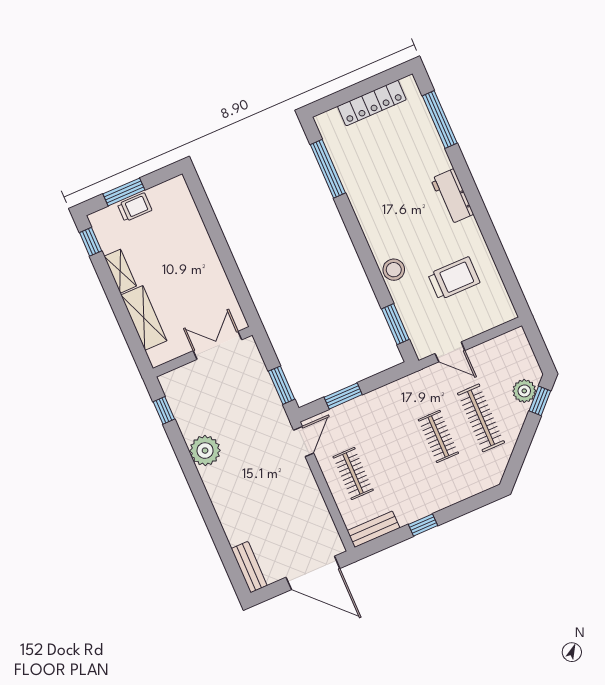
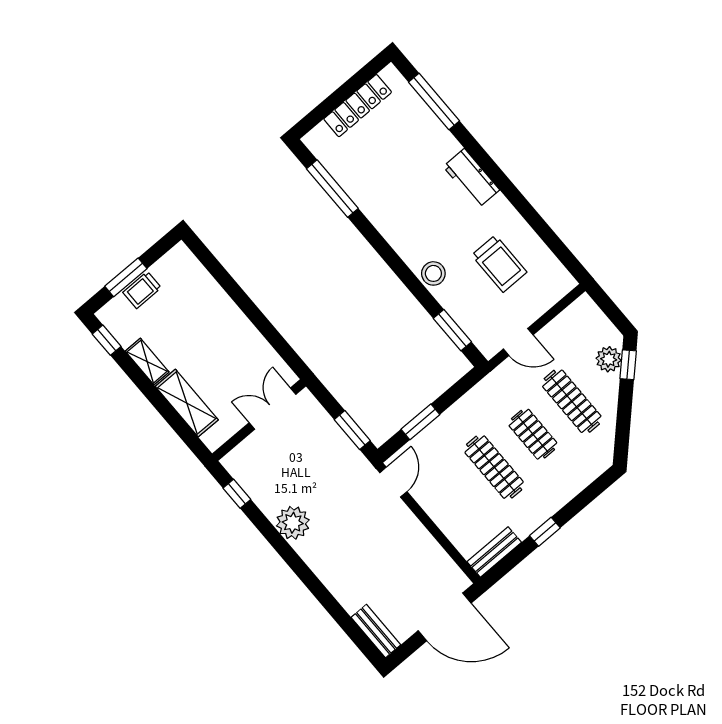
trolley: (135, 207) -> (142, 290), turned 180
trolley: (454, 278) -> (499, 264), turned 90
clothes rail: (353, 474) -> (494, 467), moved, width x1.36

